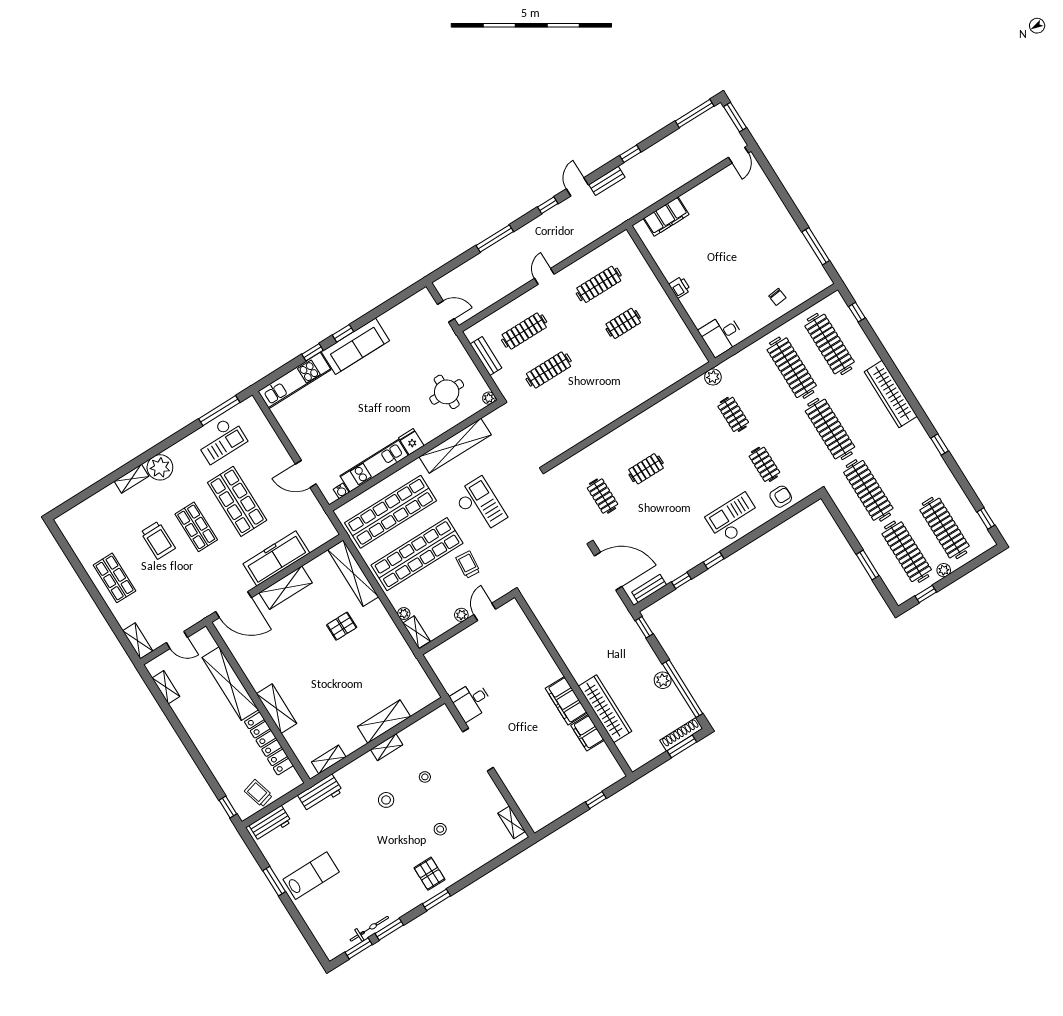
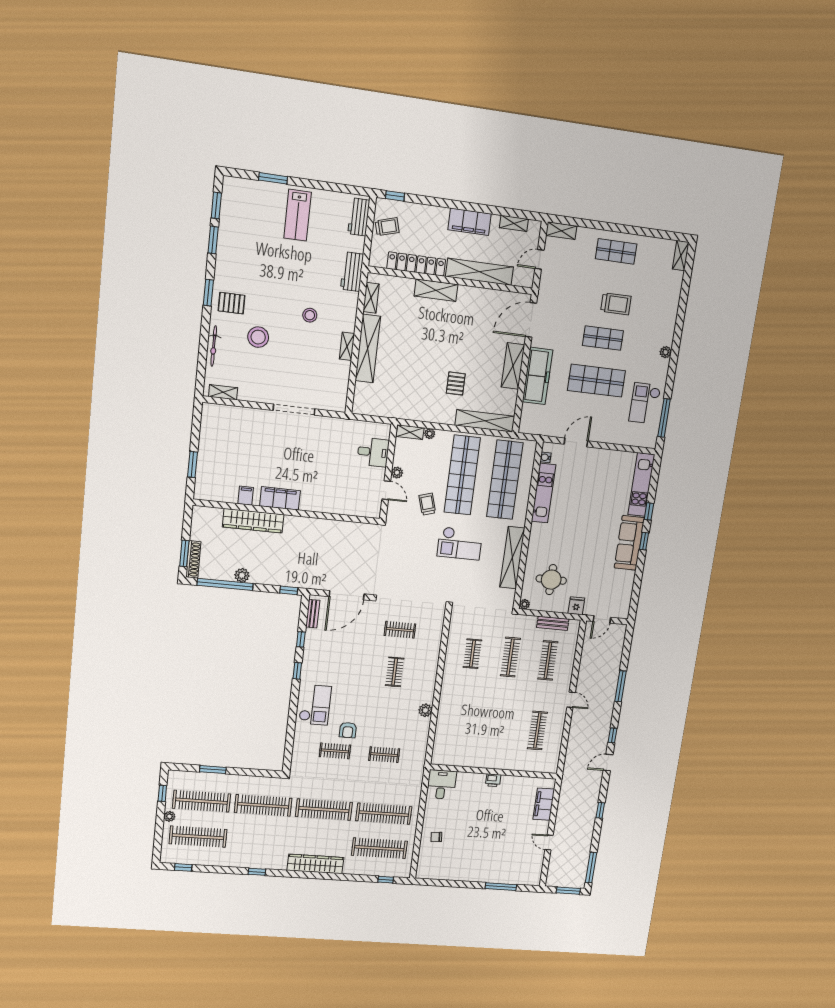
door: (738, 155) -> (549, 843), moved
bench: (607, 181) -> (596, 784), removed
door: (577, 187) -> (608, 762), swing flipped
window: (816, 246) -> (501, 887), moved
clothes rail: (623, 323) -> (472, 654), moved
plant: (713, 377) -> (425, 710), moved
fridge: (411, 442) -> (576, 606), moved, turned -90
plant: (160, 467) -> (666, 352), width x0.53, depth x0.53
shelving: (131, 479) -> (681, 256), moved
armchair: (781, 497) -> (348, 730), moved
trolley: (158, 540) -> (616, 304), turned 180
trolley: (468, 565) -> (427, 504), turned -112
desk: (471, 701) -> (373, 452), moved, turned 90
shelving: (384, 722) -> (368, 349), width x1.47
filing cabinet: (196, 727) -> (470, 222), added
filing cabinet: (588, 733) -> (246, 496), width x0.50
stool: (425, 777) -> (304, 356), removed
window: (596, 800) -> (193, 464), width x1.50
stool: (440, 829) -> (258, 337), width x1.89, depth x1.89
window: (274, 881) -> (273, 178), moved
bicycle: (369, 929) -> (214, 346), moved

